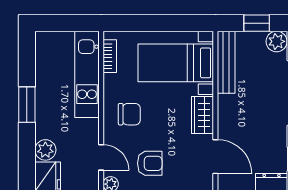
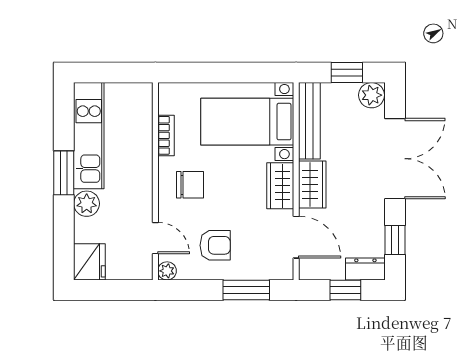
bookcase: (110, 56) -> (166, 135), moved
kitchen unit: (87, 74) -> (89, 136), moved, turned 180
wardrobe: (229, 114) -> (312, 185), added
plant: (45, 150) -> (87, 204), moved

